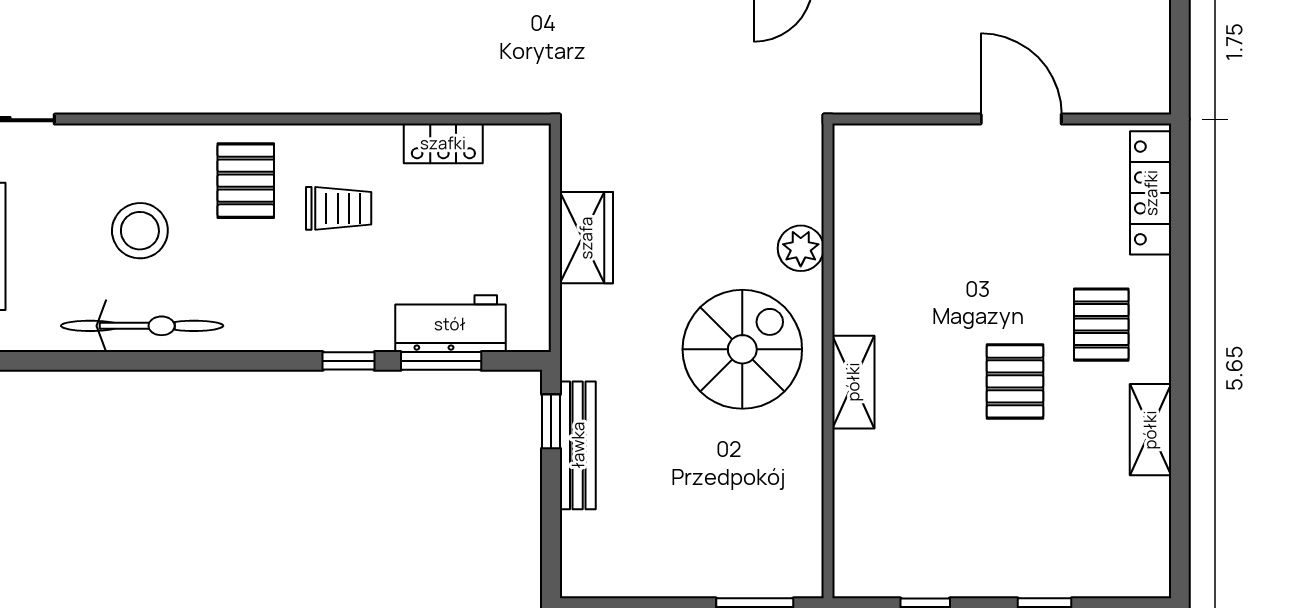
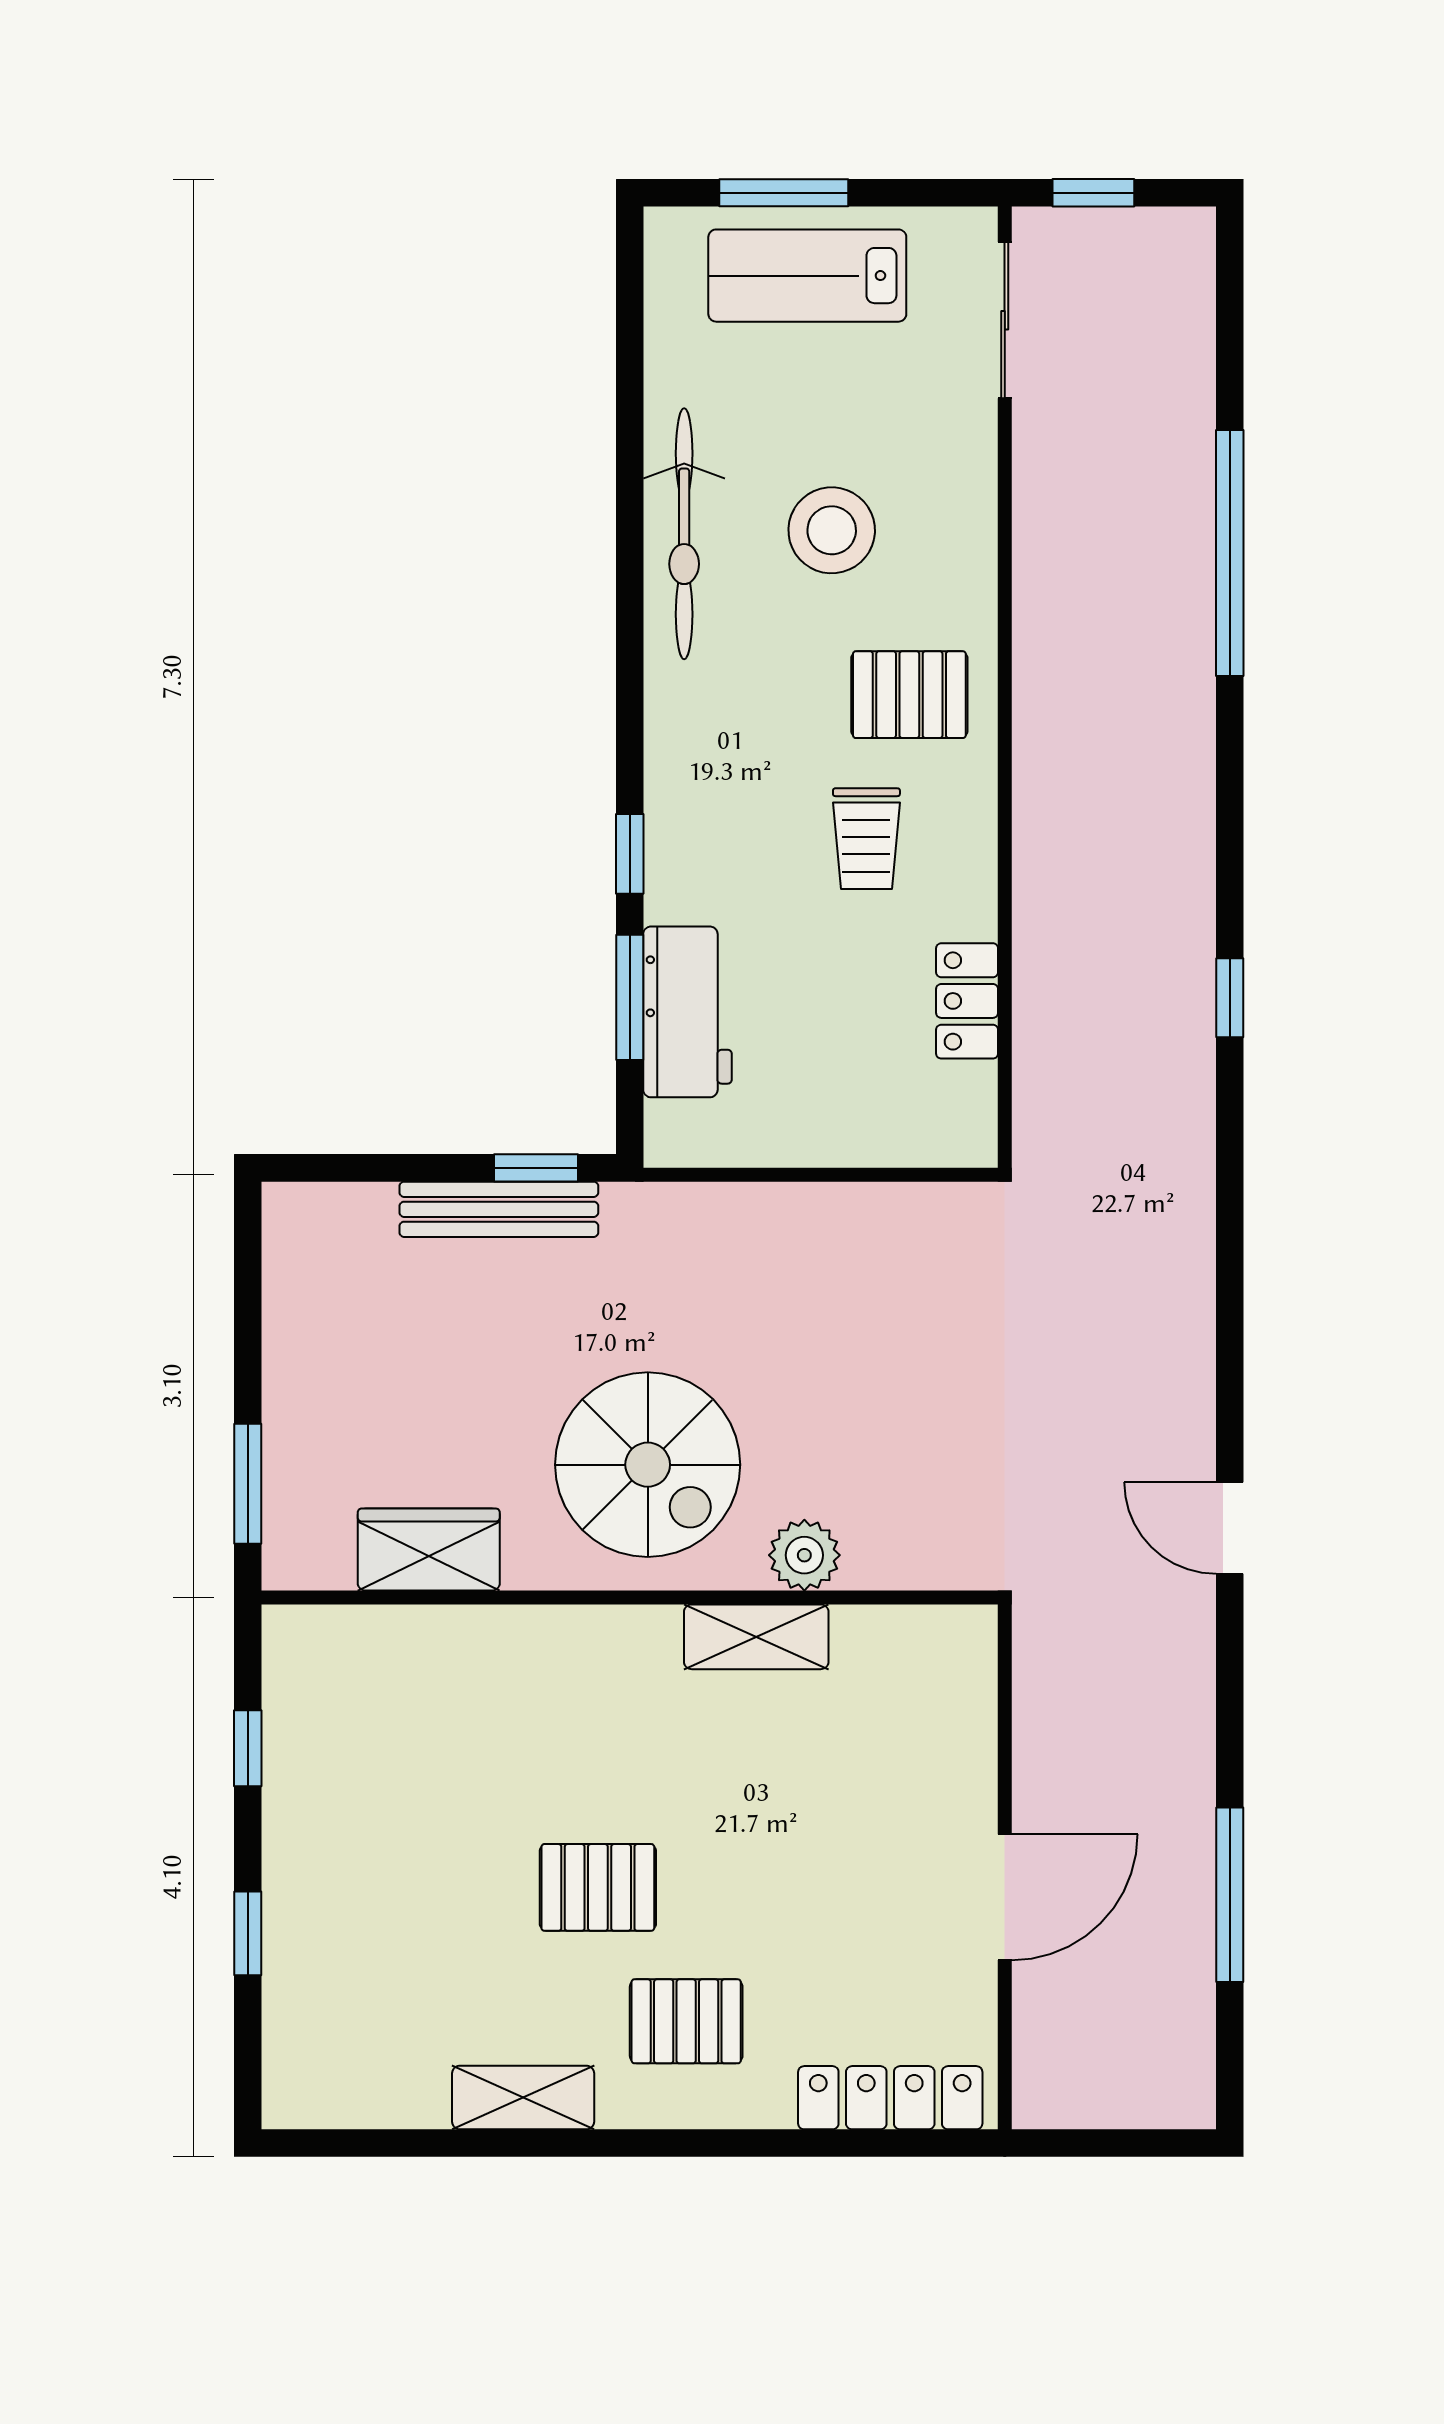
wardrobe: (586, 238) -> (429, 1550), moved, turned 180
shelving: (853, 382) -> (756, 1637), moved

